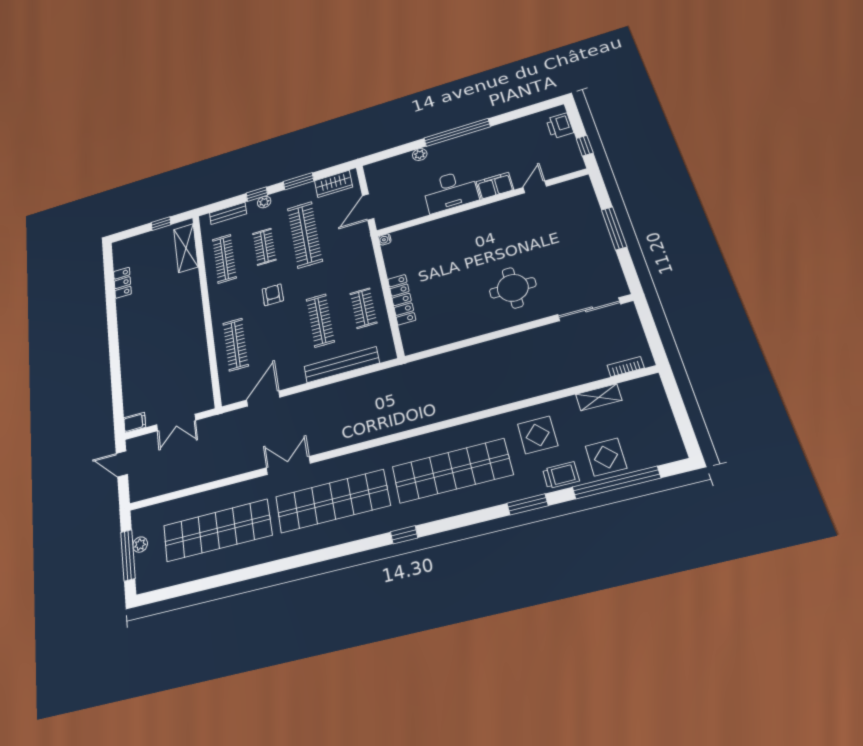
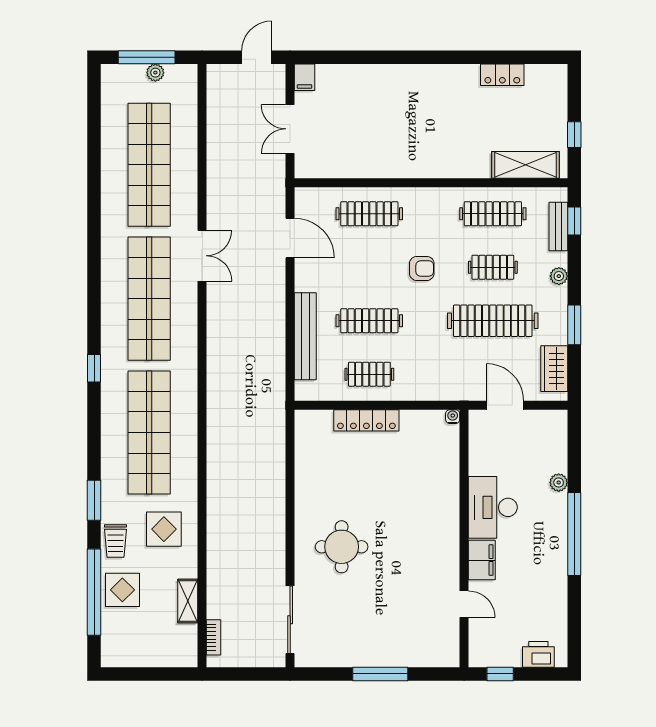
window: (257, 194) -> (574, 221), moved

